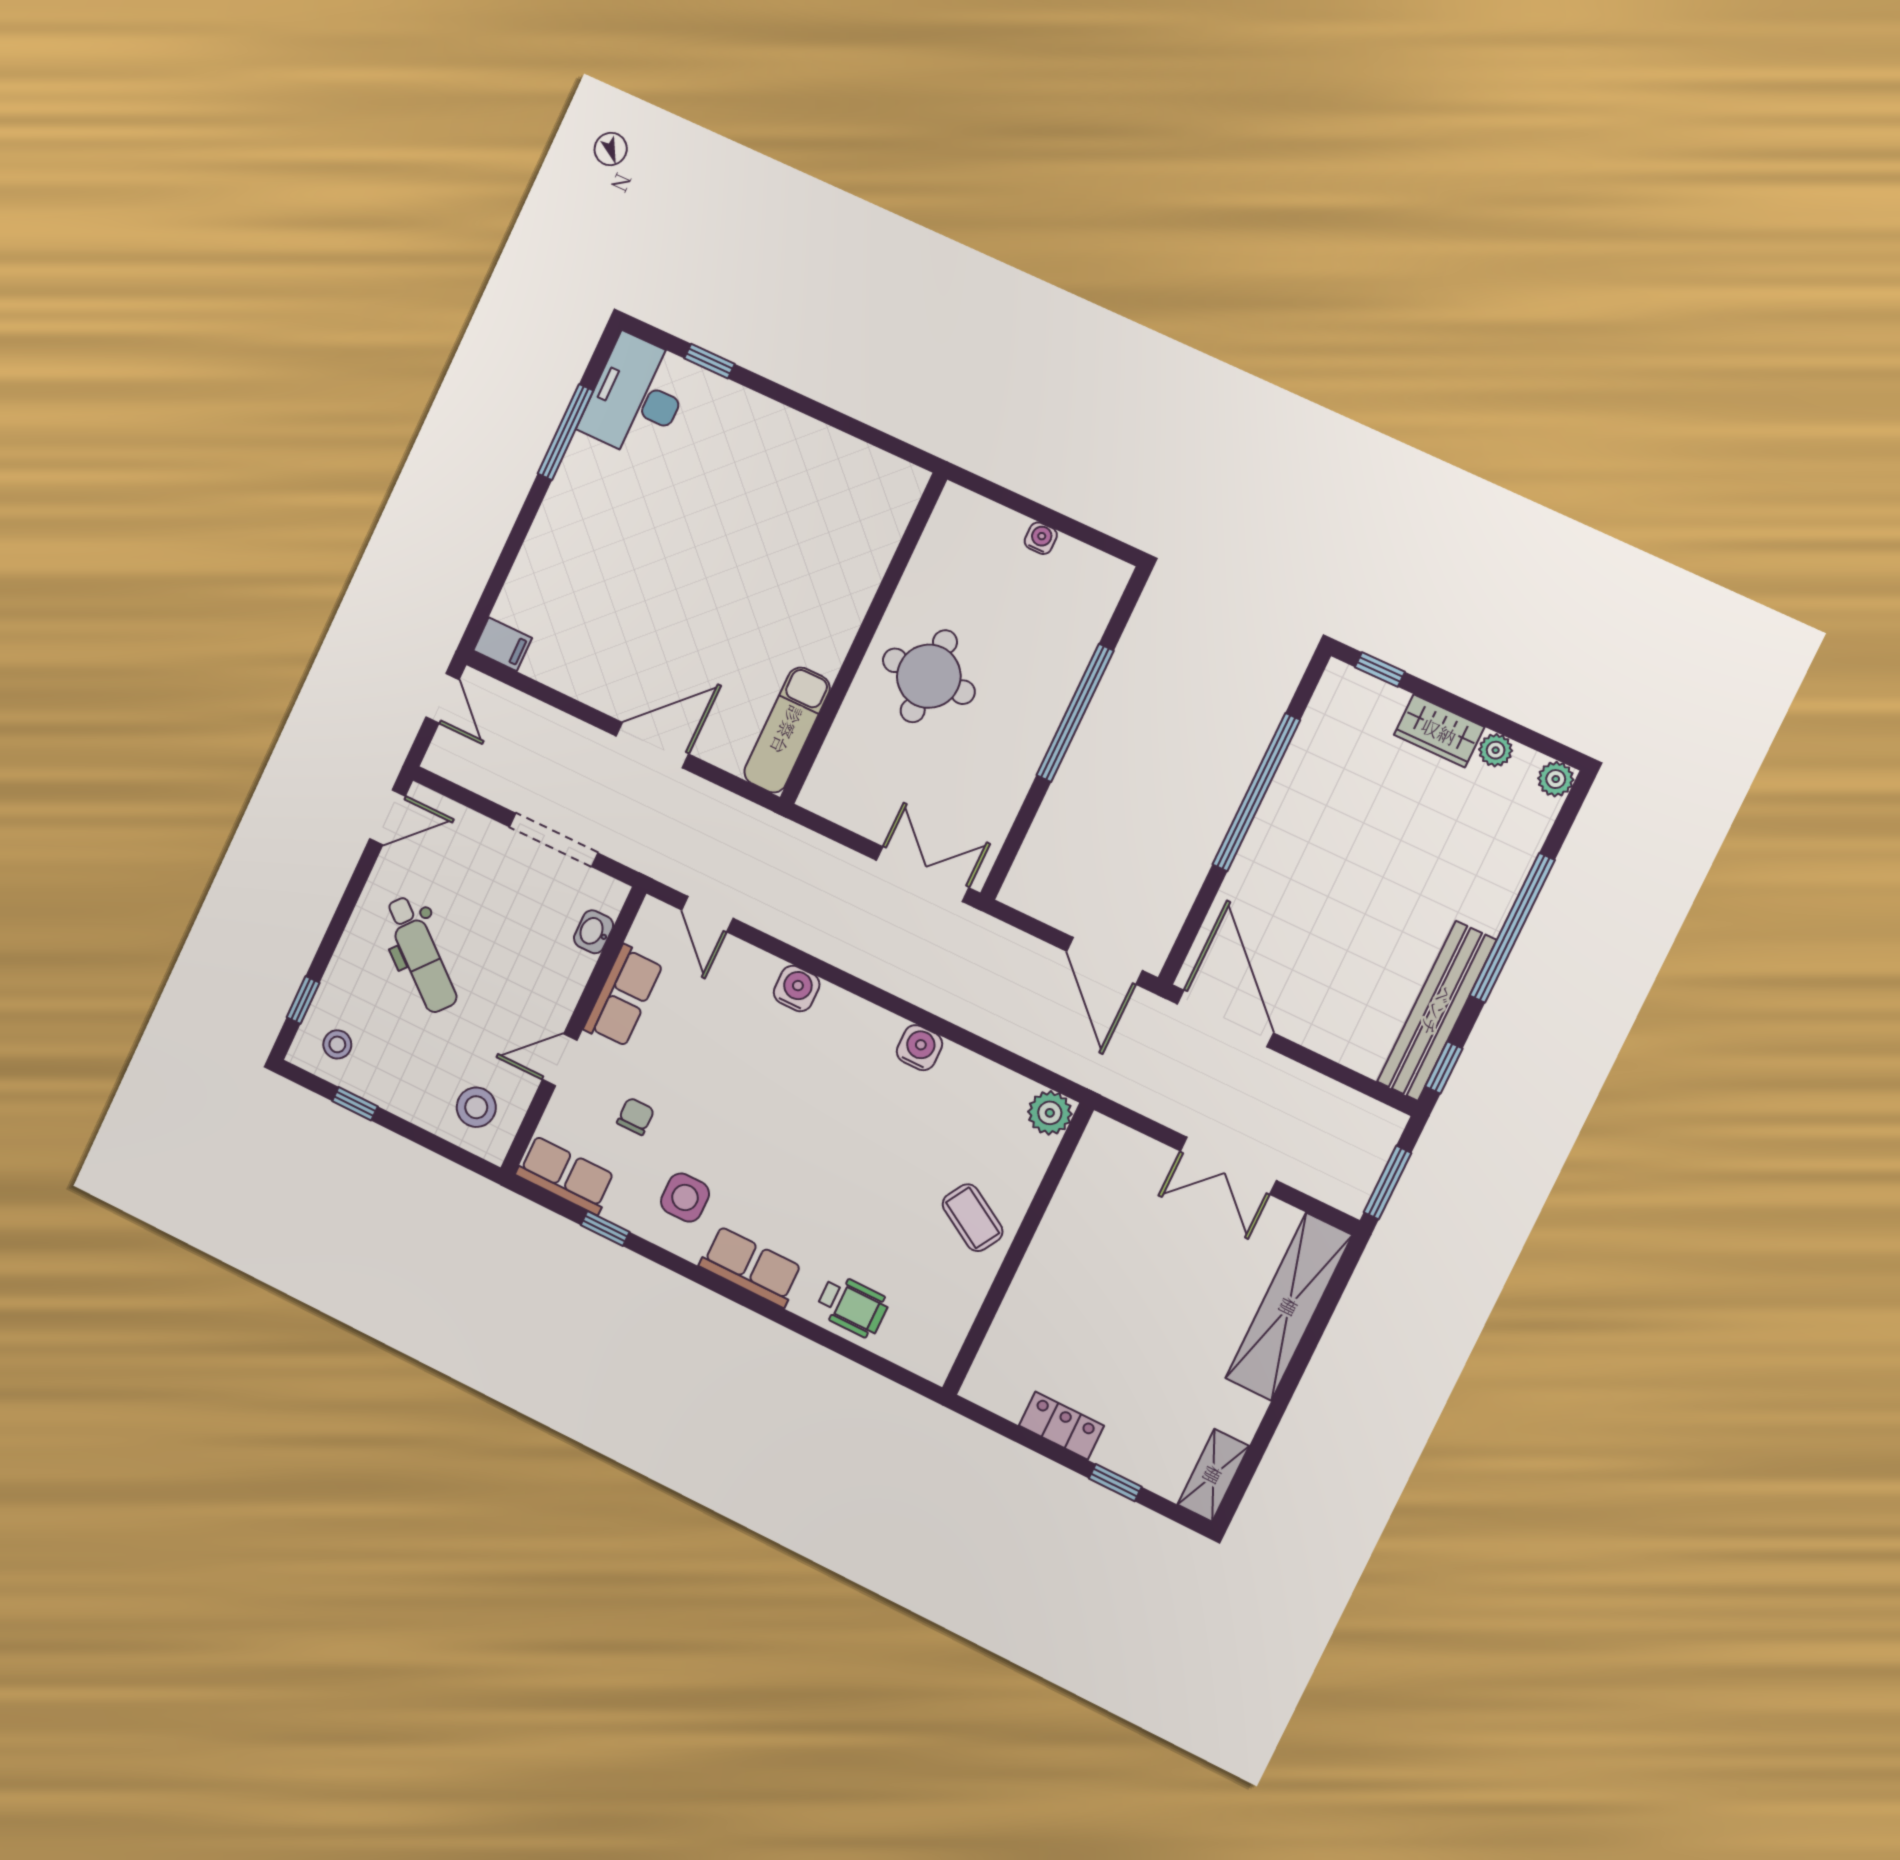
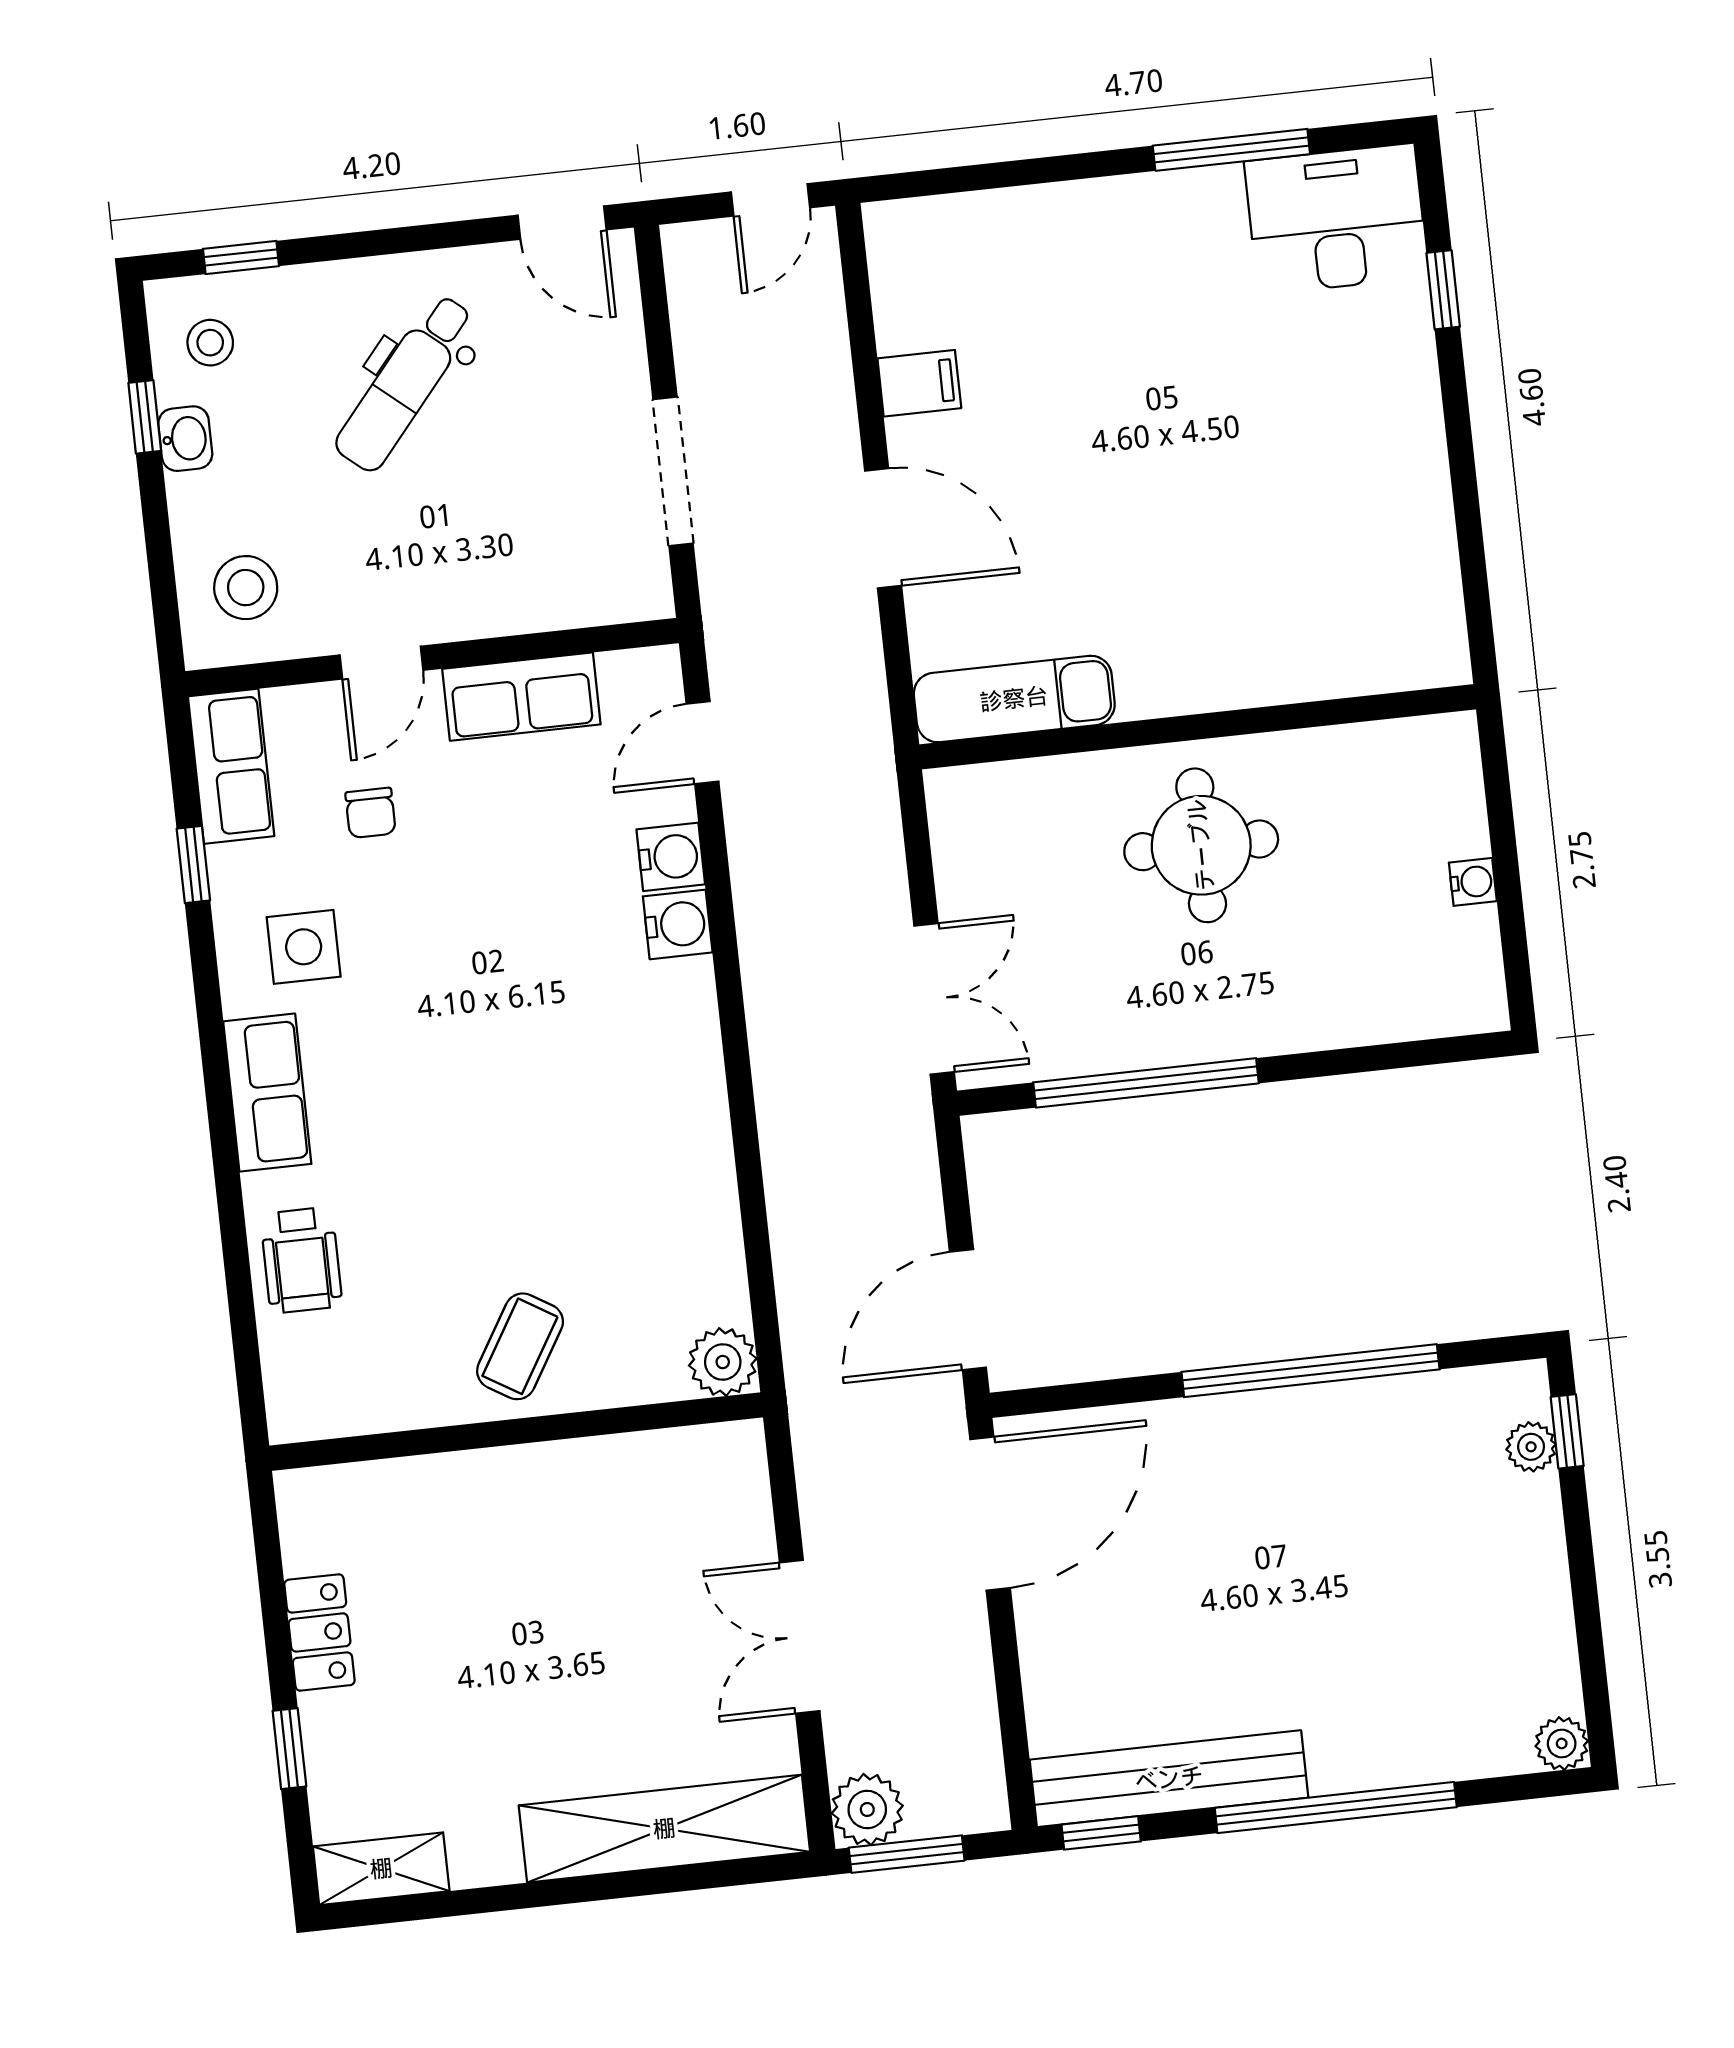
filing cabinet: (503, 644) -> (919, 383), moved, turned -90
window: (1075, 713) -> (1146, 1083), moved
wardrobe: (1439, 731) -> (1534, 1557), removed
plant: (1496, 750) -> (1531, 1447), moved
washbasin: (594, 932) -> (185, 439), moved, turned 90
water cooler: (919, 1048) -> (671, 857), moved
door: (560, 1060) -> (382, 663), swing flipped
chair: (636, 1116) -> (370, 813), turned 90
plant: (1349, 1189) -> (867, 1809), added

